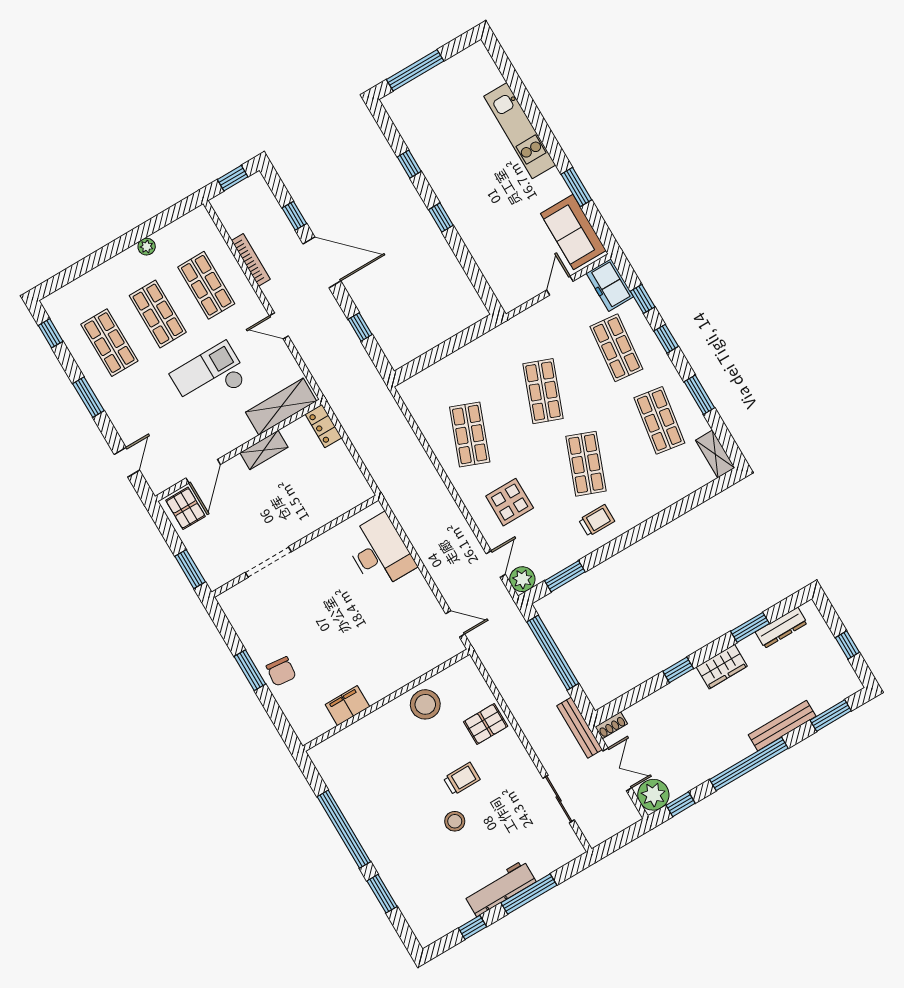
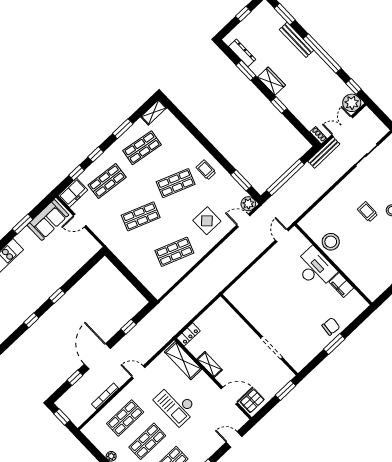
door: (279, 326) -> (138, 372), swing flipped
desk: (380, 552) -> (315, 268), moved, turned 90
pallet: (486, 724) -> (334, 206), removed

